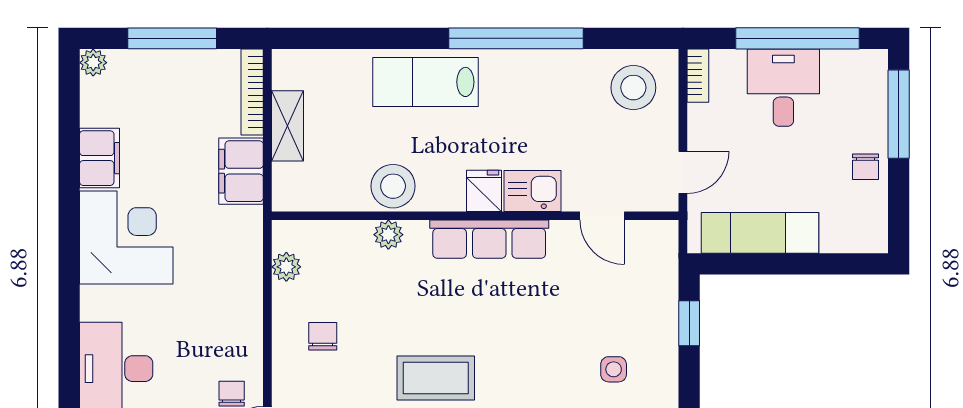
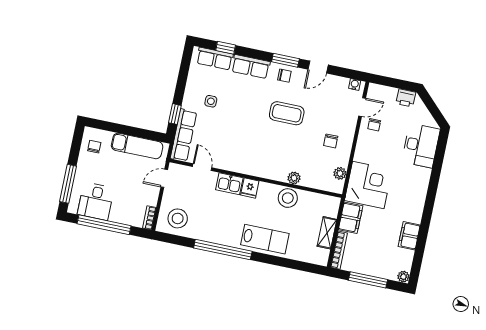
desk: (783, 88) -> (96, 201), moved
chair: (865, 167) -> (94, 147), moved
corner desk: (126, 237) -> (368, 185), moved, turned 180
row of seats: (489, 239) -> (184, 135), moved, turned 90

